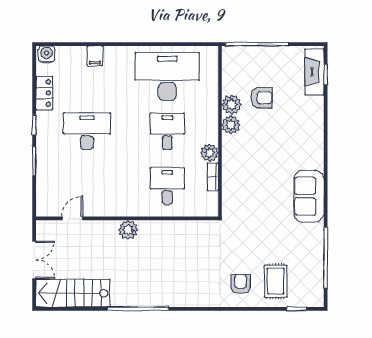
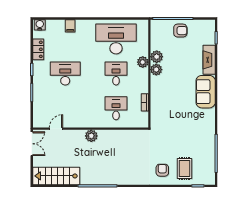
fireplace: (314, 72) -> (209, 60), moved
armchair: (261, 98) -> (180, 31), moved
plant: (210, 153) -> (143, 62), moved
sofa: (309, 196) -> (206, 92), moved
double door: (34, 260) -> (32, 144), moved

